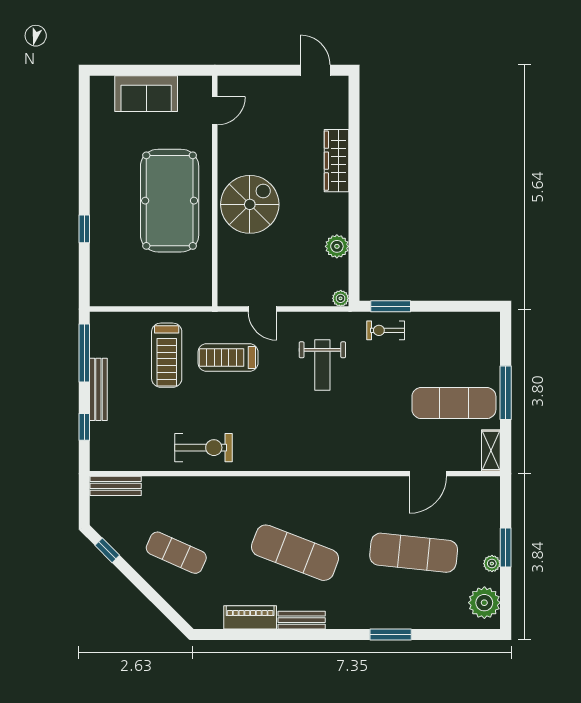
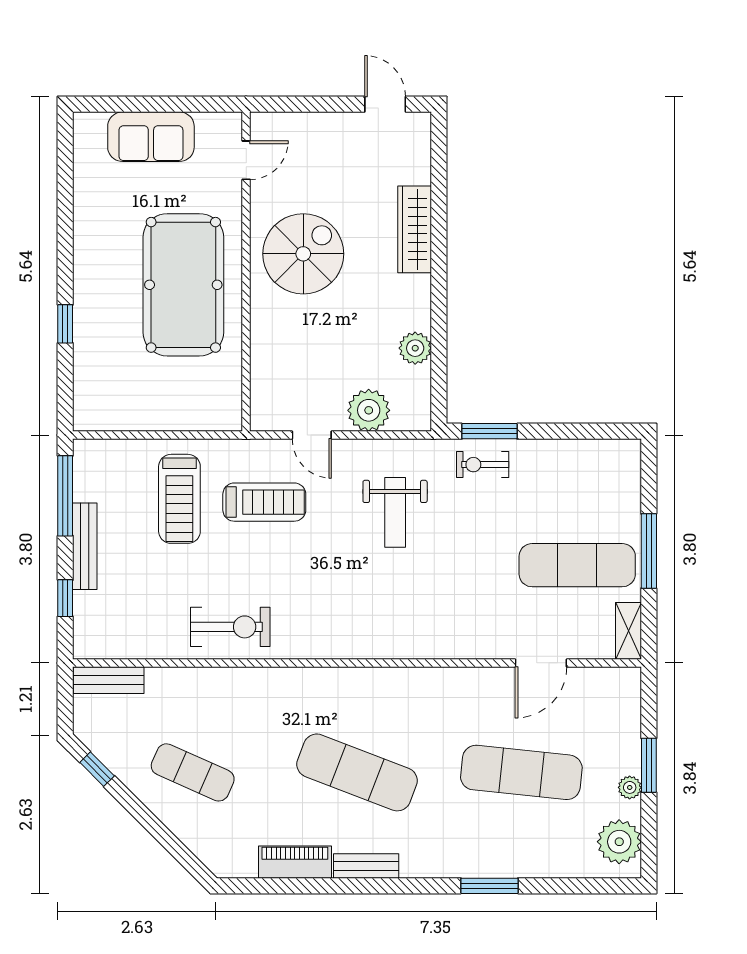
spiral stairs: (250, 204) -> (303, 254), moved
plant: (341, 298) -> (369, 410), moved, width x1.88, depth x1.88
treadmill: (228, 357) -> (264, 502), turned 180

